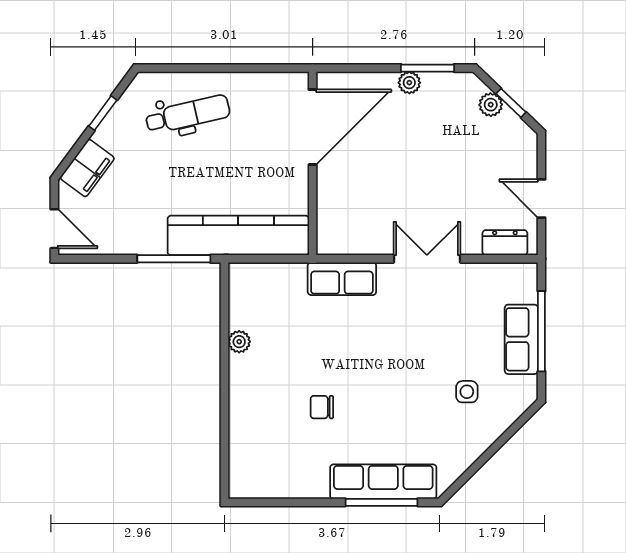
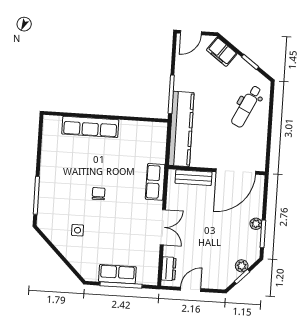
dental chair: (188, 114) -> (247, 106), turned 39
door: (313, 127) -> (236, 172), hinge flipped
bench: (329, 206) -> (193, 178), added
plant: (239, 342) -> (125, 126), removed
side table: (467, 392) -> (78, 230), moved
chair: (322, 407) -> (99, 194), moved
row of seats: (383, 482) -> (90, 127), moved, turned 90

